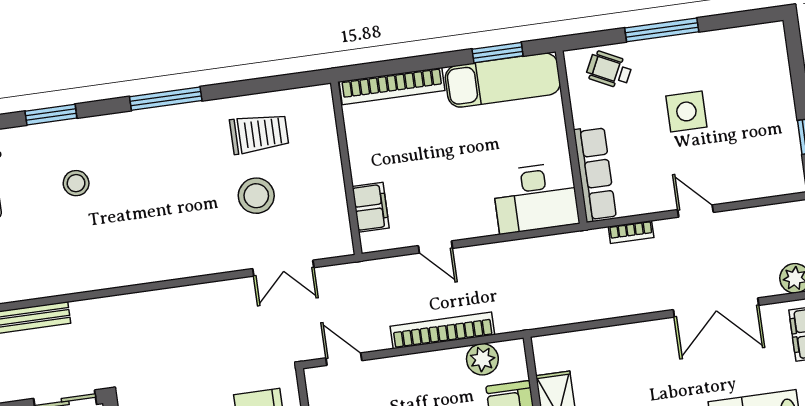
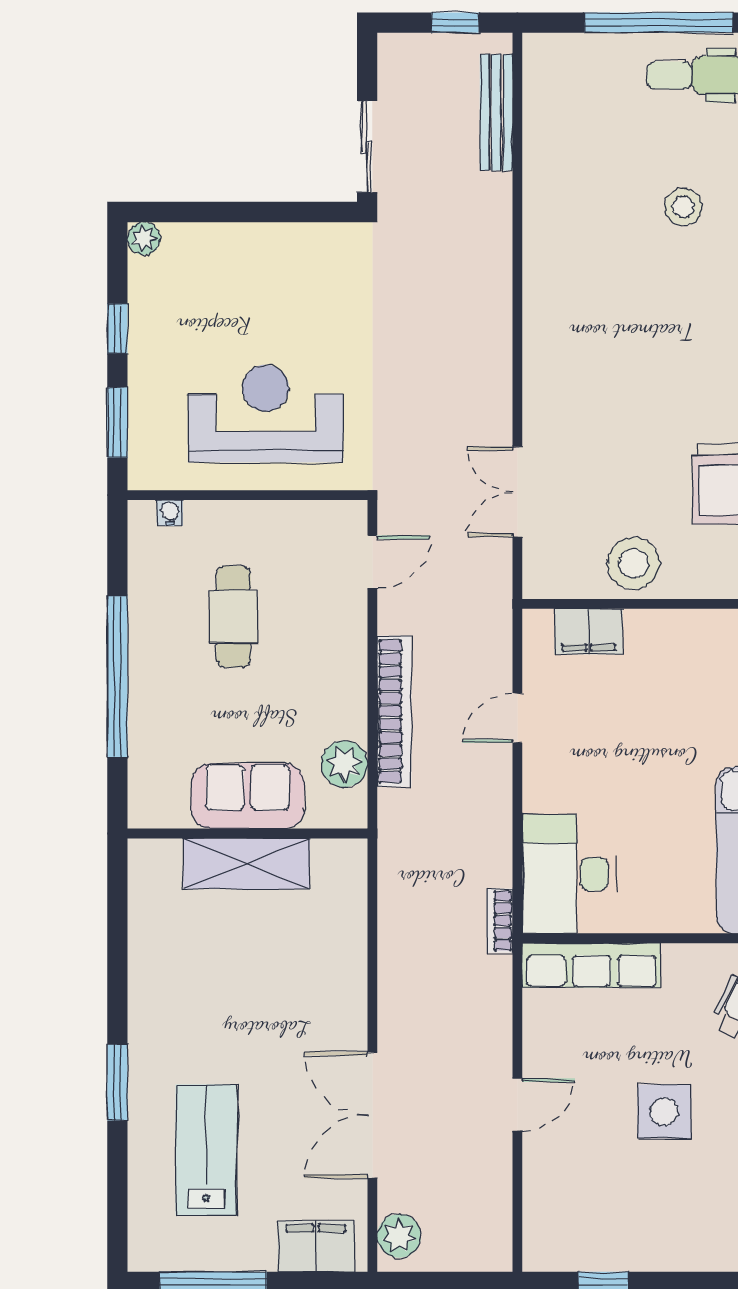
stool: (256, 196) -> (634, 563), moved
bookcase: (631, 232) -> (500, 921), moved

